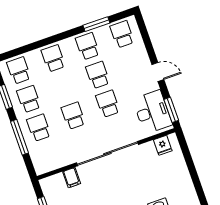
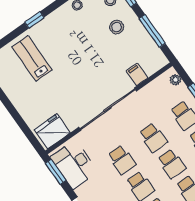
school desk: (63, 87) -> (172, 164), added
fridge: (163, 145) -> (52, 131), width x1.88, depth x1.34
plant: (38, 163) -> (175, 80), added

